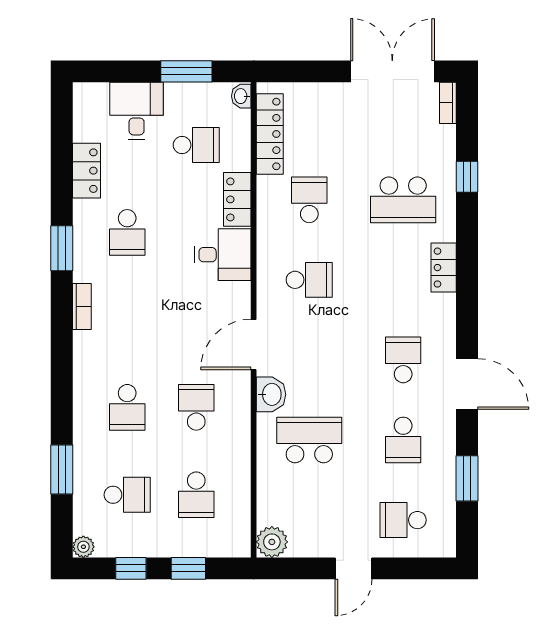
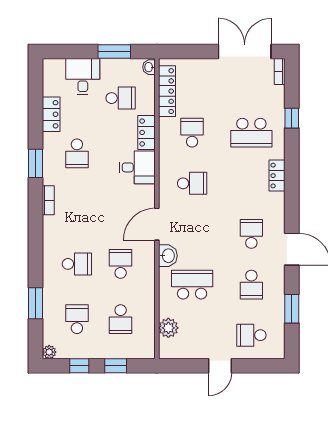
school desk: (127, 407) -> (77, 264), turned -90
school desk: (127, 495) -> (77, 319), turned -90
plant: (272, 542) -> (168, 328), moved

